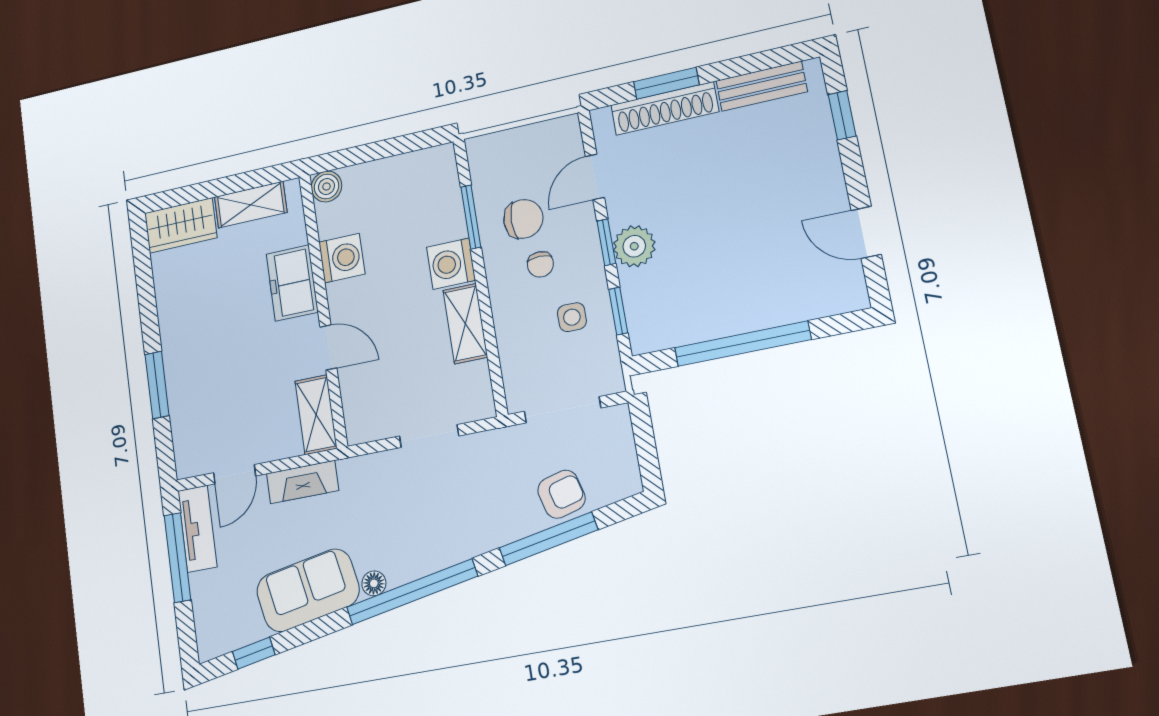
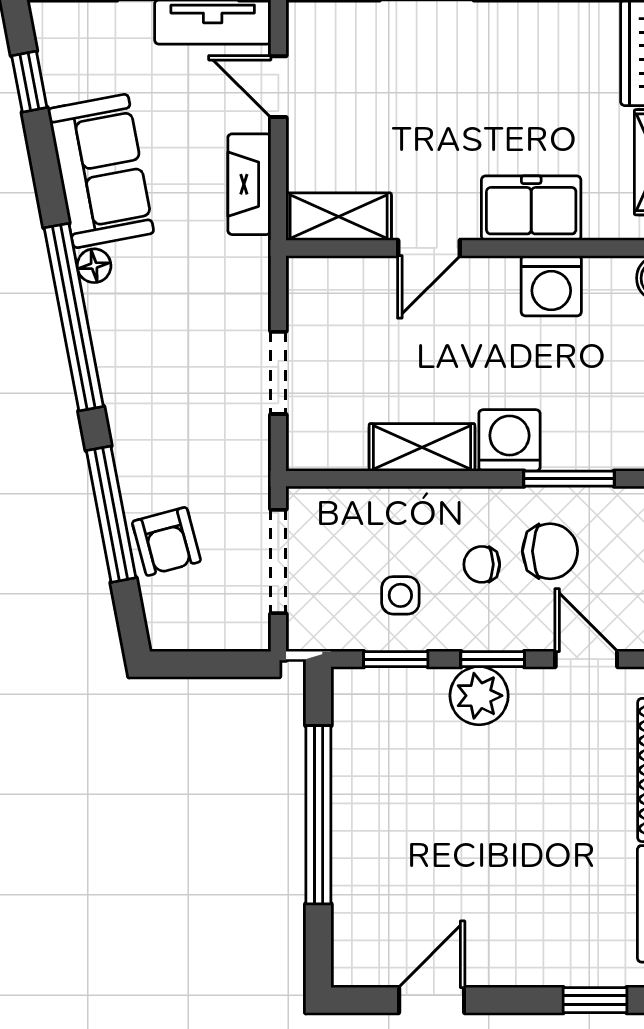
chair: (523, 219) -> (550, 551), turned -90

